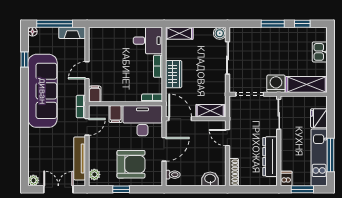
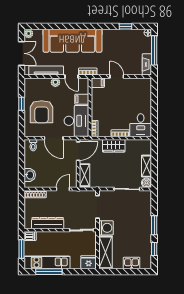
shelving: (179, 33) -> (147, 166), moved
sofa: (43, 91) -> (72, 41), moved
fridge: (319, 118) -> (89, 262), moved
plant: (94, 174) -> (55, 82), moved

